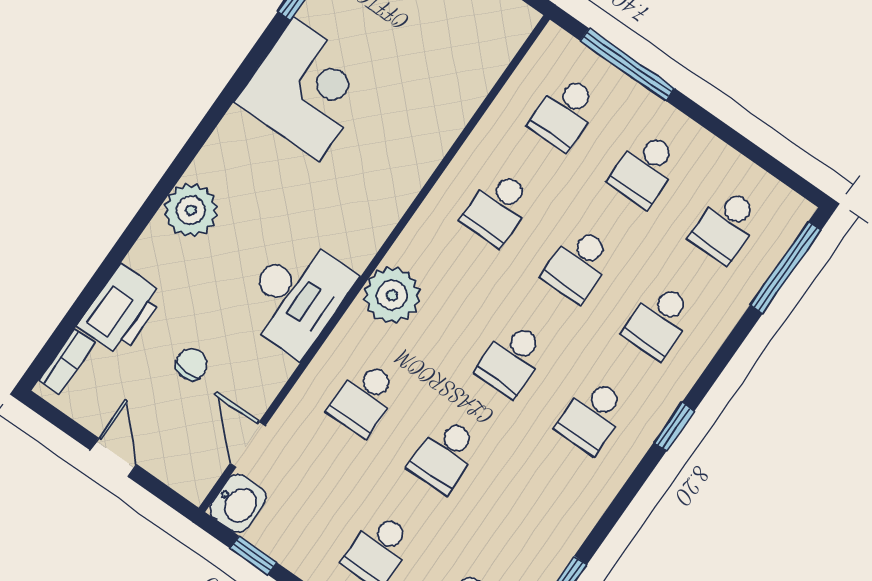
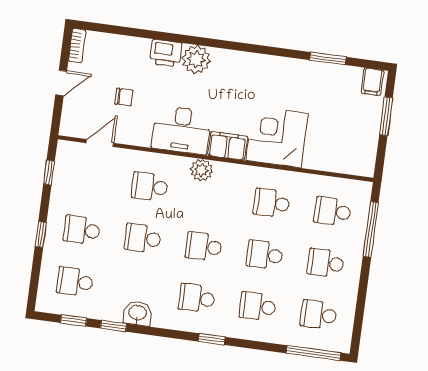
corner desk: (306, 89) -> (277, 137), moved, turned 180
filing cabinet: (363, 232) -> (228, 146), added
plant: (392, 295) -> (202, 170), width x0.73, depth x0.73
printer: (121, 311) -> (166, 53), moved, width x0.73, depth x0.84
bookcase: (67, 362) -> (77, 46), moved, turned -90
washbasin: (238, 503) -> (138, 313), moved, turned 180

